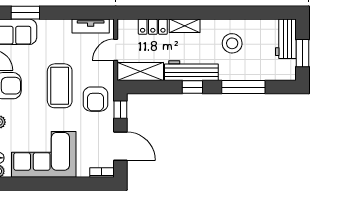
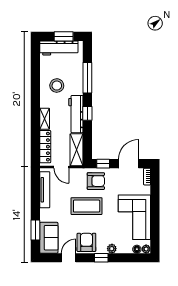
tv unit: (91, 26) -> (45, 190), width x1.41
locker: (153, 27) -> (45, 147), width x1.53
workbench: (286, 39) -> (59, 48), width x1.38

